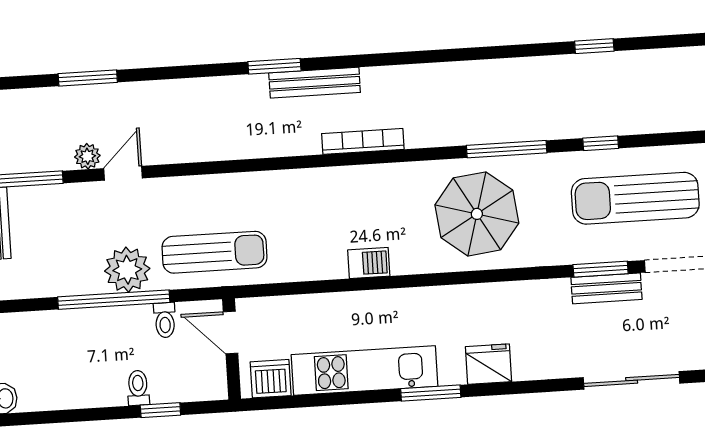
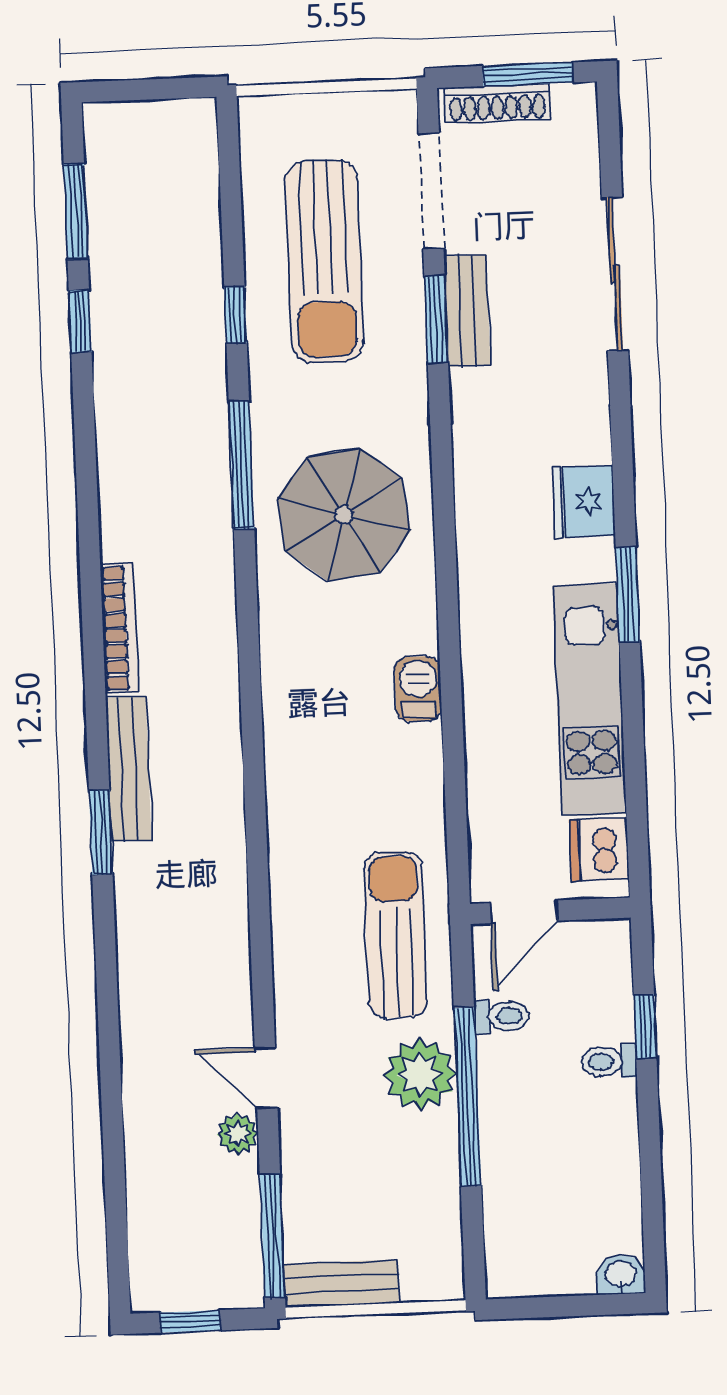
window: (88, 78) -> (76, 211), moved
bookcase: (363, 141) -> (119, 628), moved, turned 180

